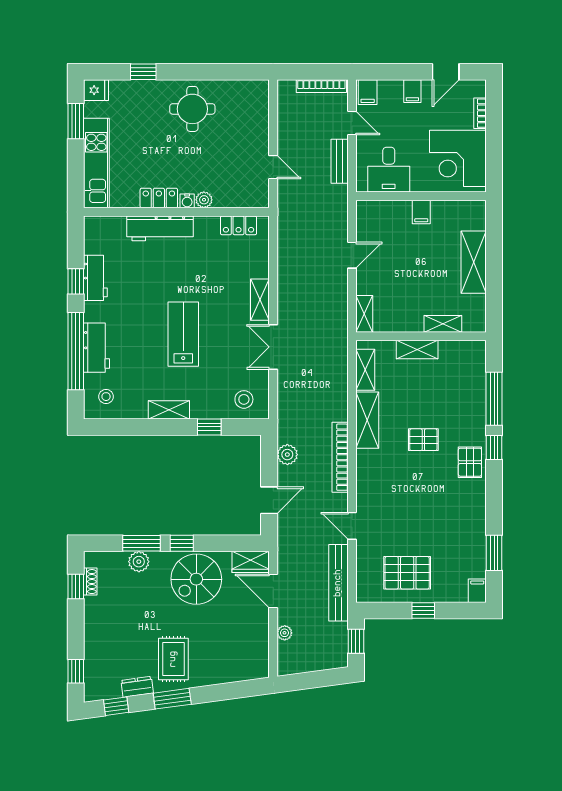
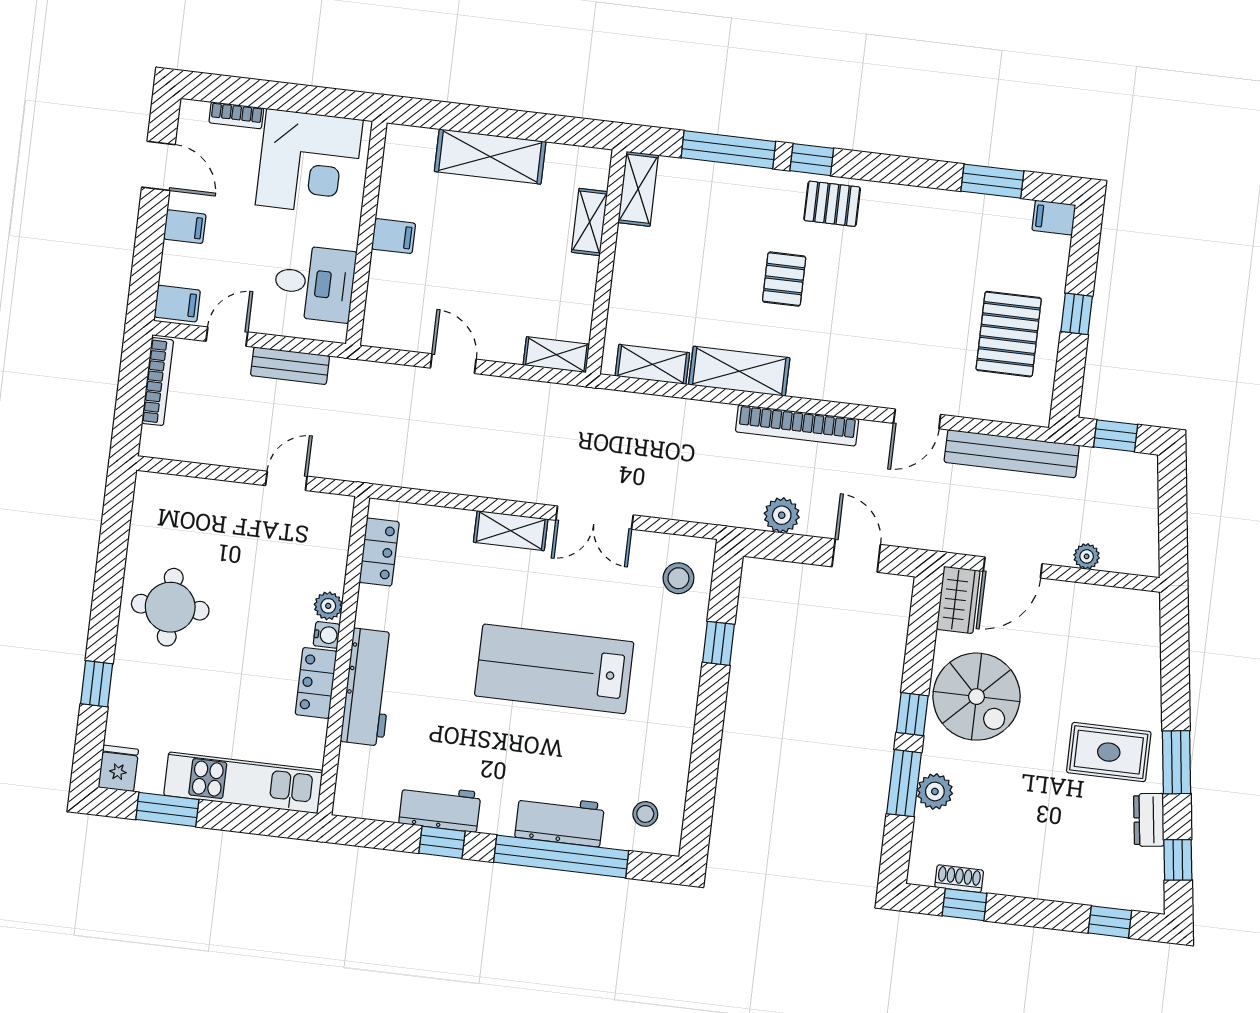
lab bench: (183, 334) -> (554, 669), width x1.36, depth x1.39
shelving: (417, 350) -> (638, 189), moved
shelving: (169, 410) -> (681, 709), removed

